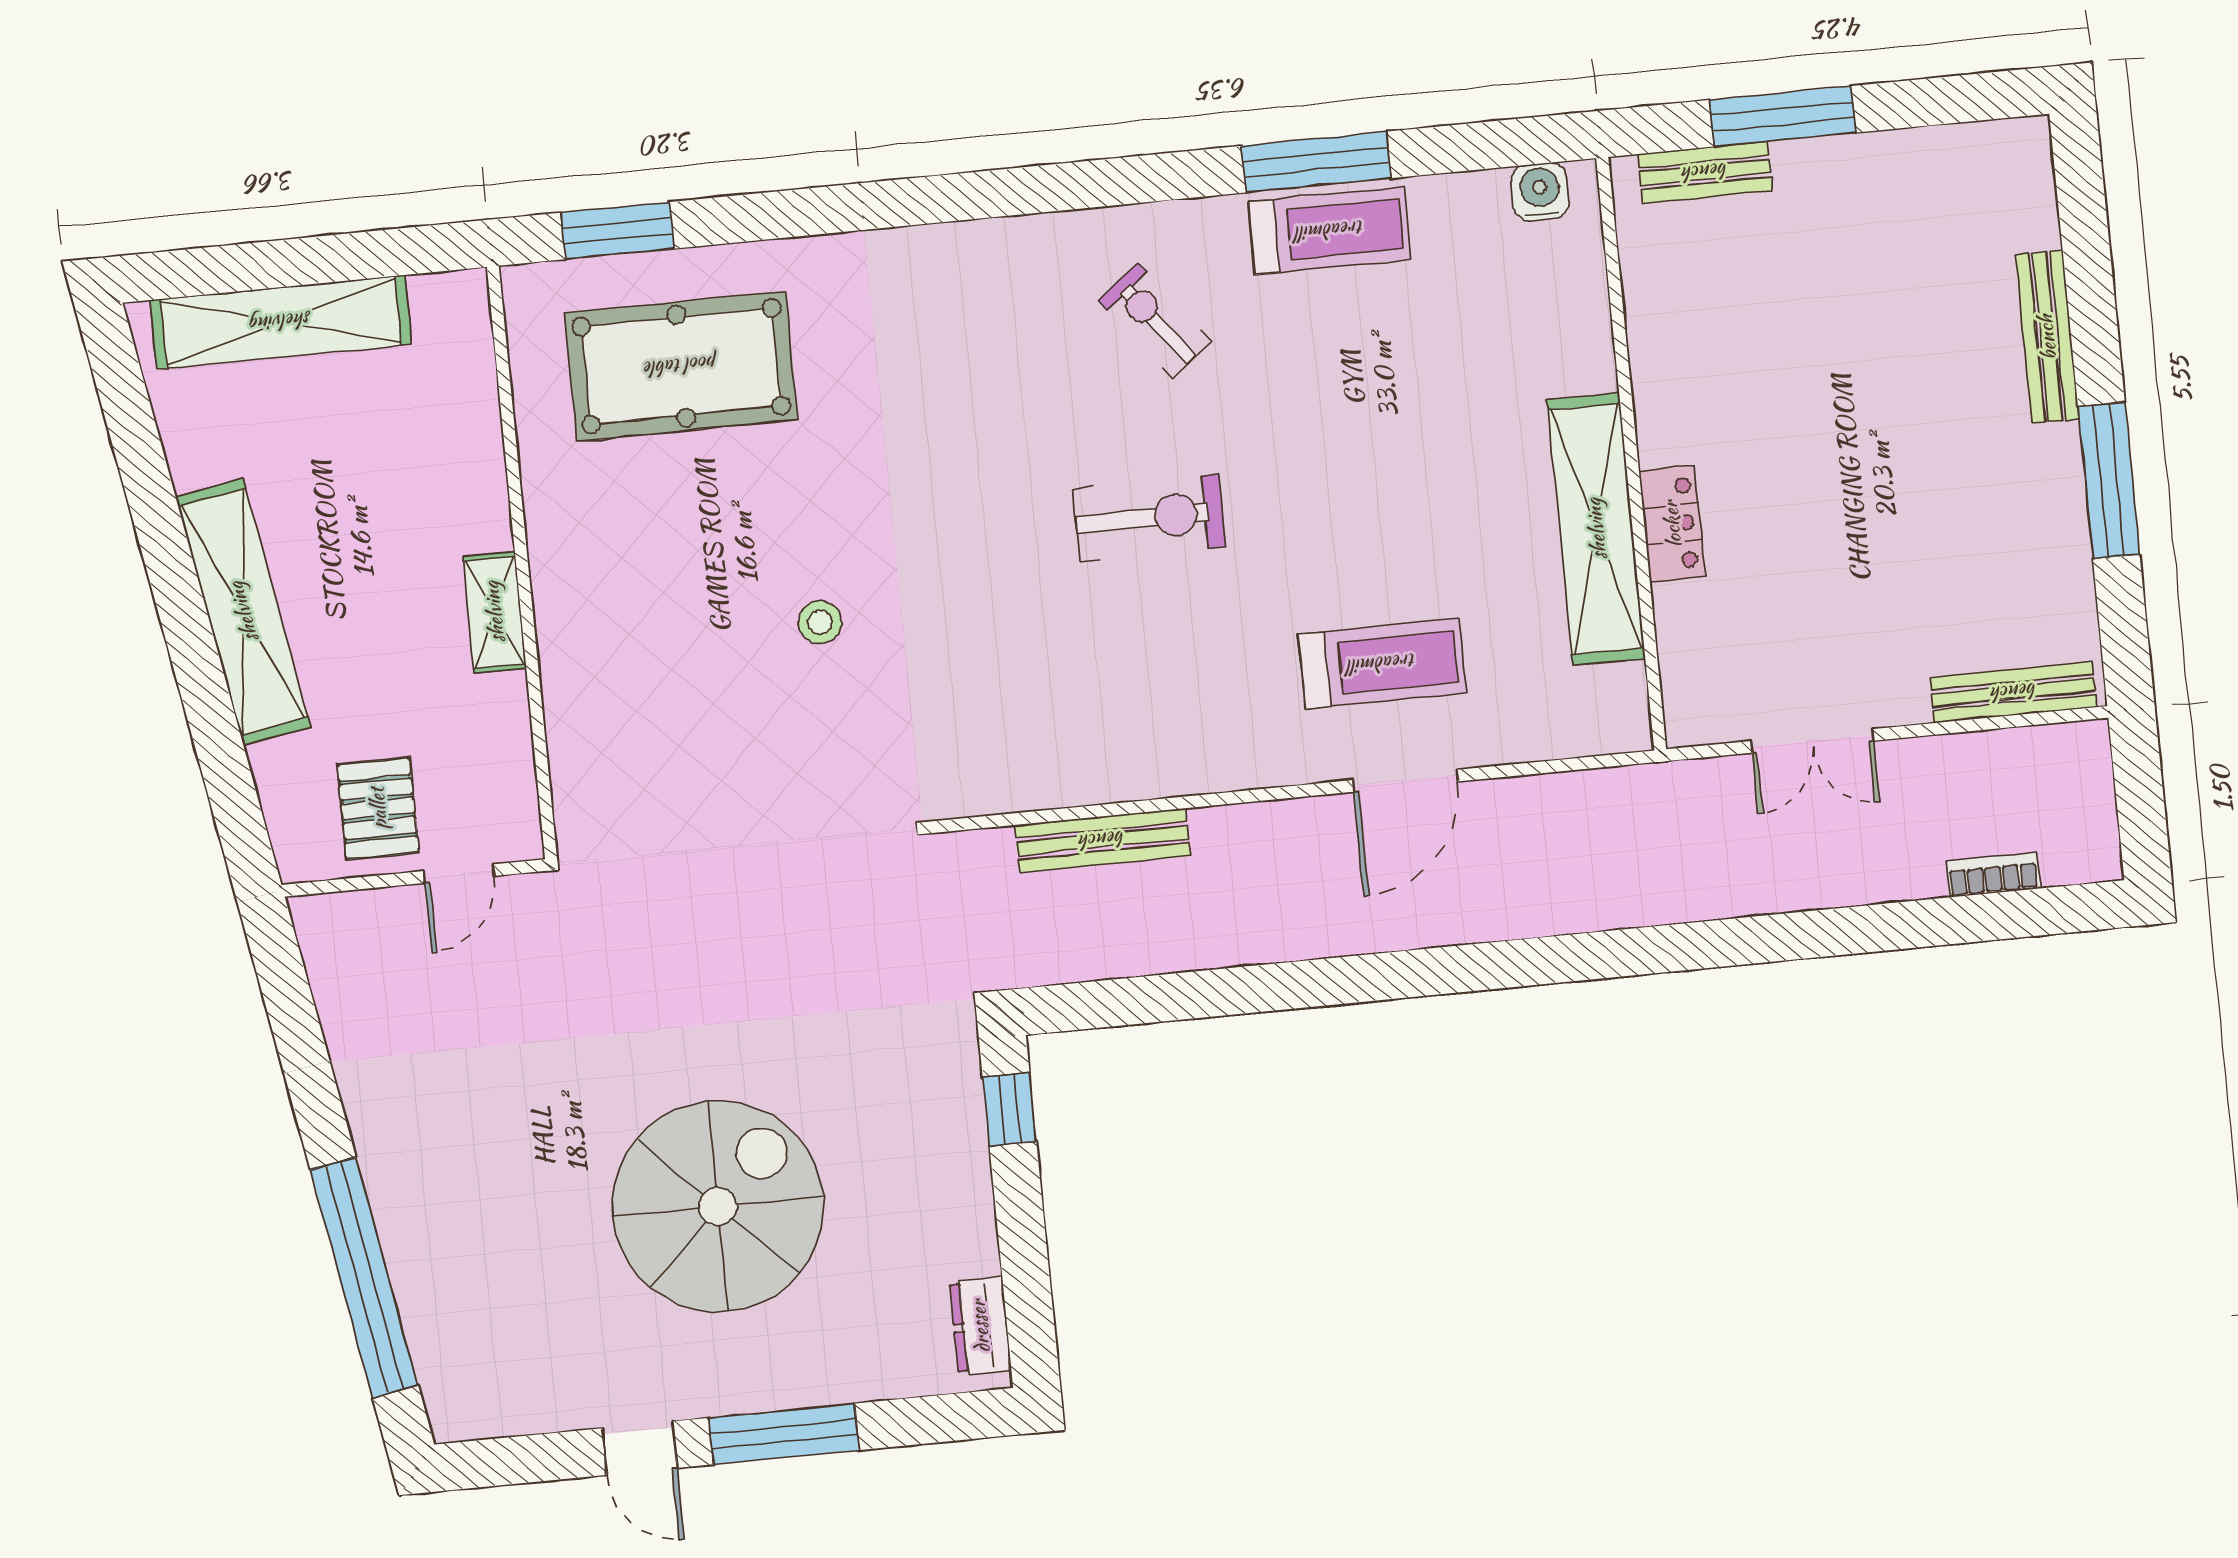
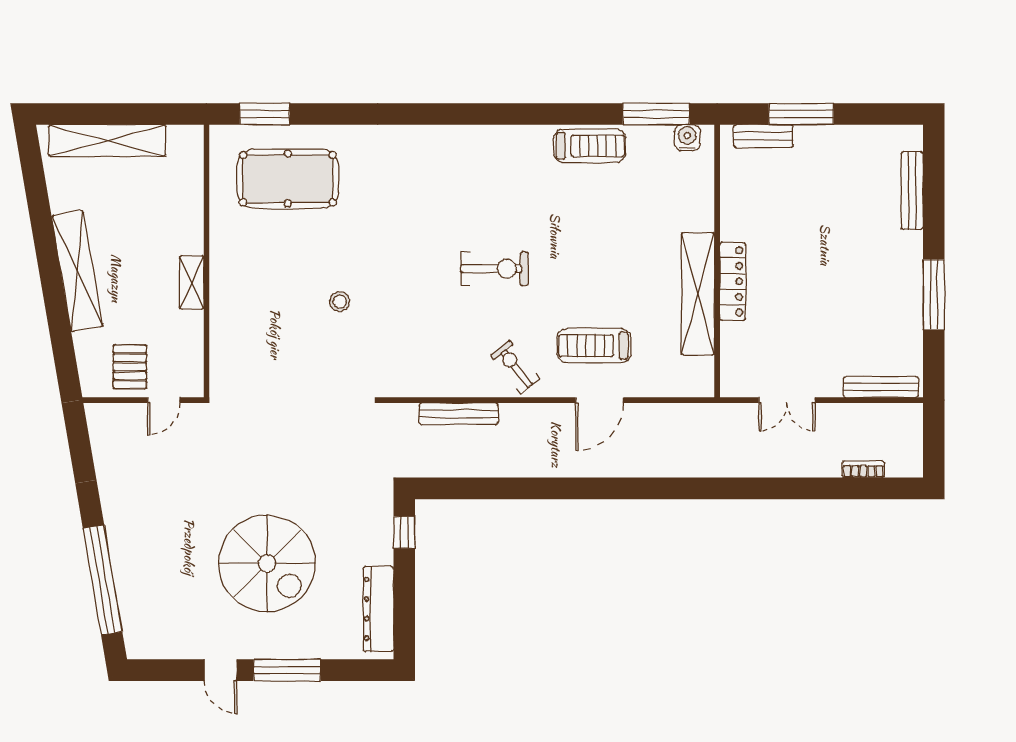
window: (1316, 162) -> (656, 114), moved
exercise bike: (1155, 321) -> (515, 367), moved
bench: (2047, 337) -> (912, 191), moved
locker: (1672, 524) -> (733, 281), width x1.53
treadmill: (1382, 664) -> (594, 346), turned 180
spiral stairs: (718, 1206) -> (267, 563), turned 90
dresser: (980, 1326) -> (378, 609), width x1.96, depth x1.24

